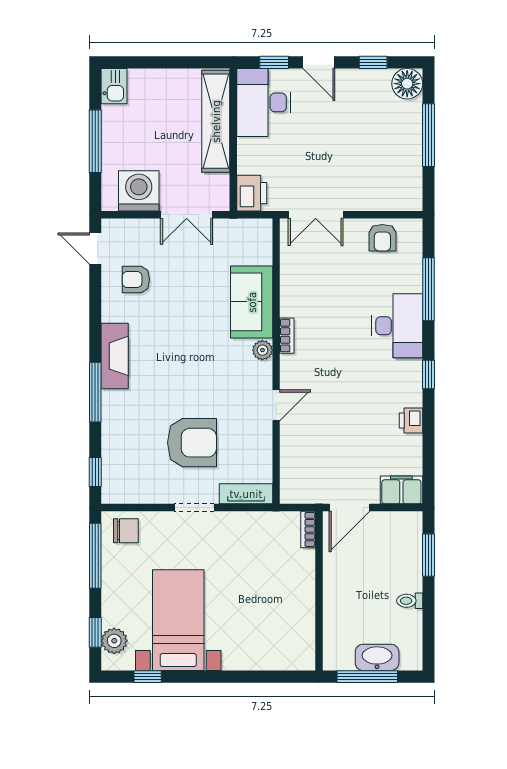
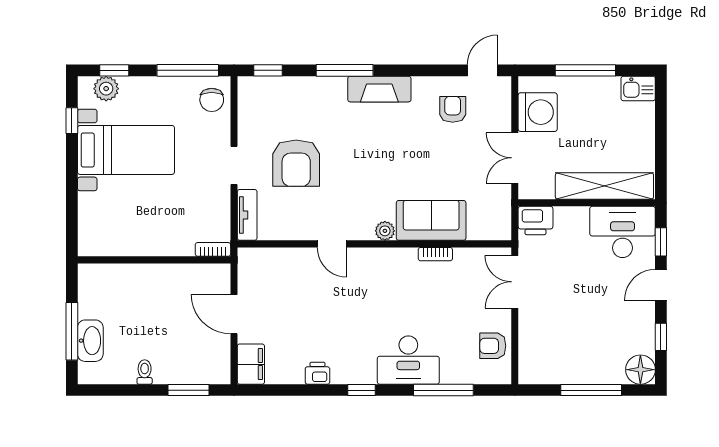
bookcase: (287, 336) -> (435, 254), moved
bookcase: (308, 529) -> (213, 249), moved
wall: (319, 591) -> (154, 260), moved

